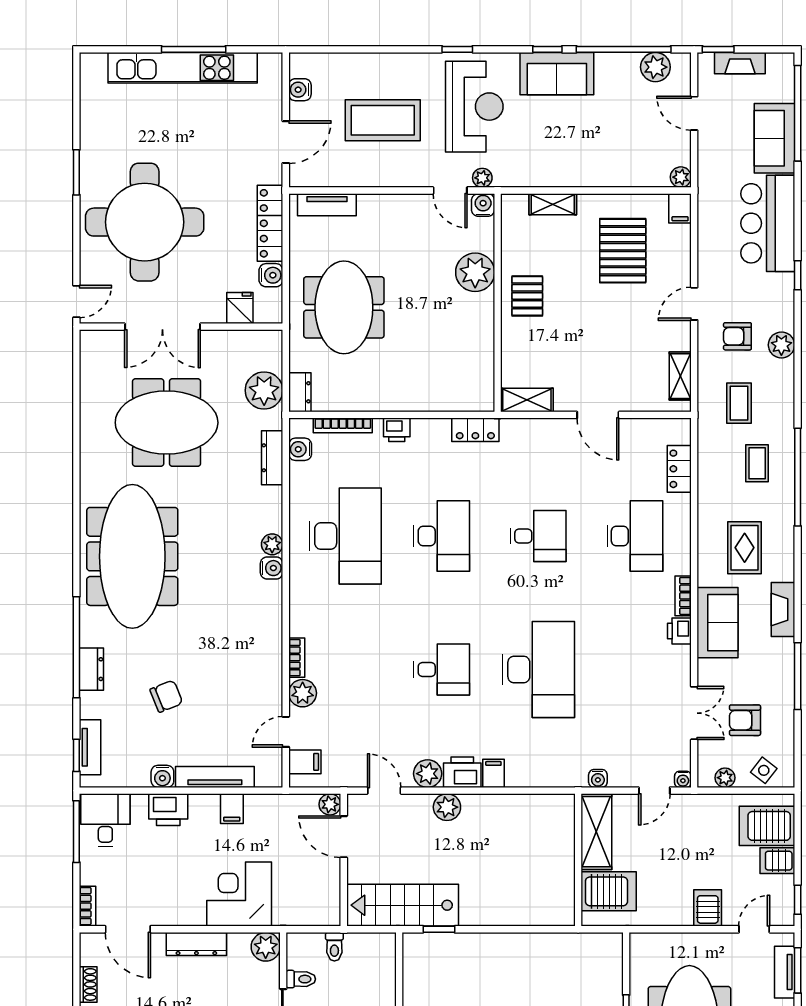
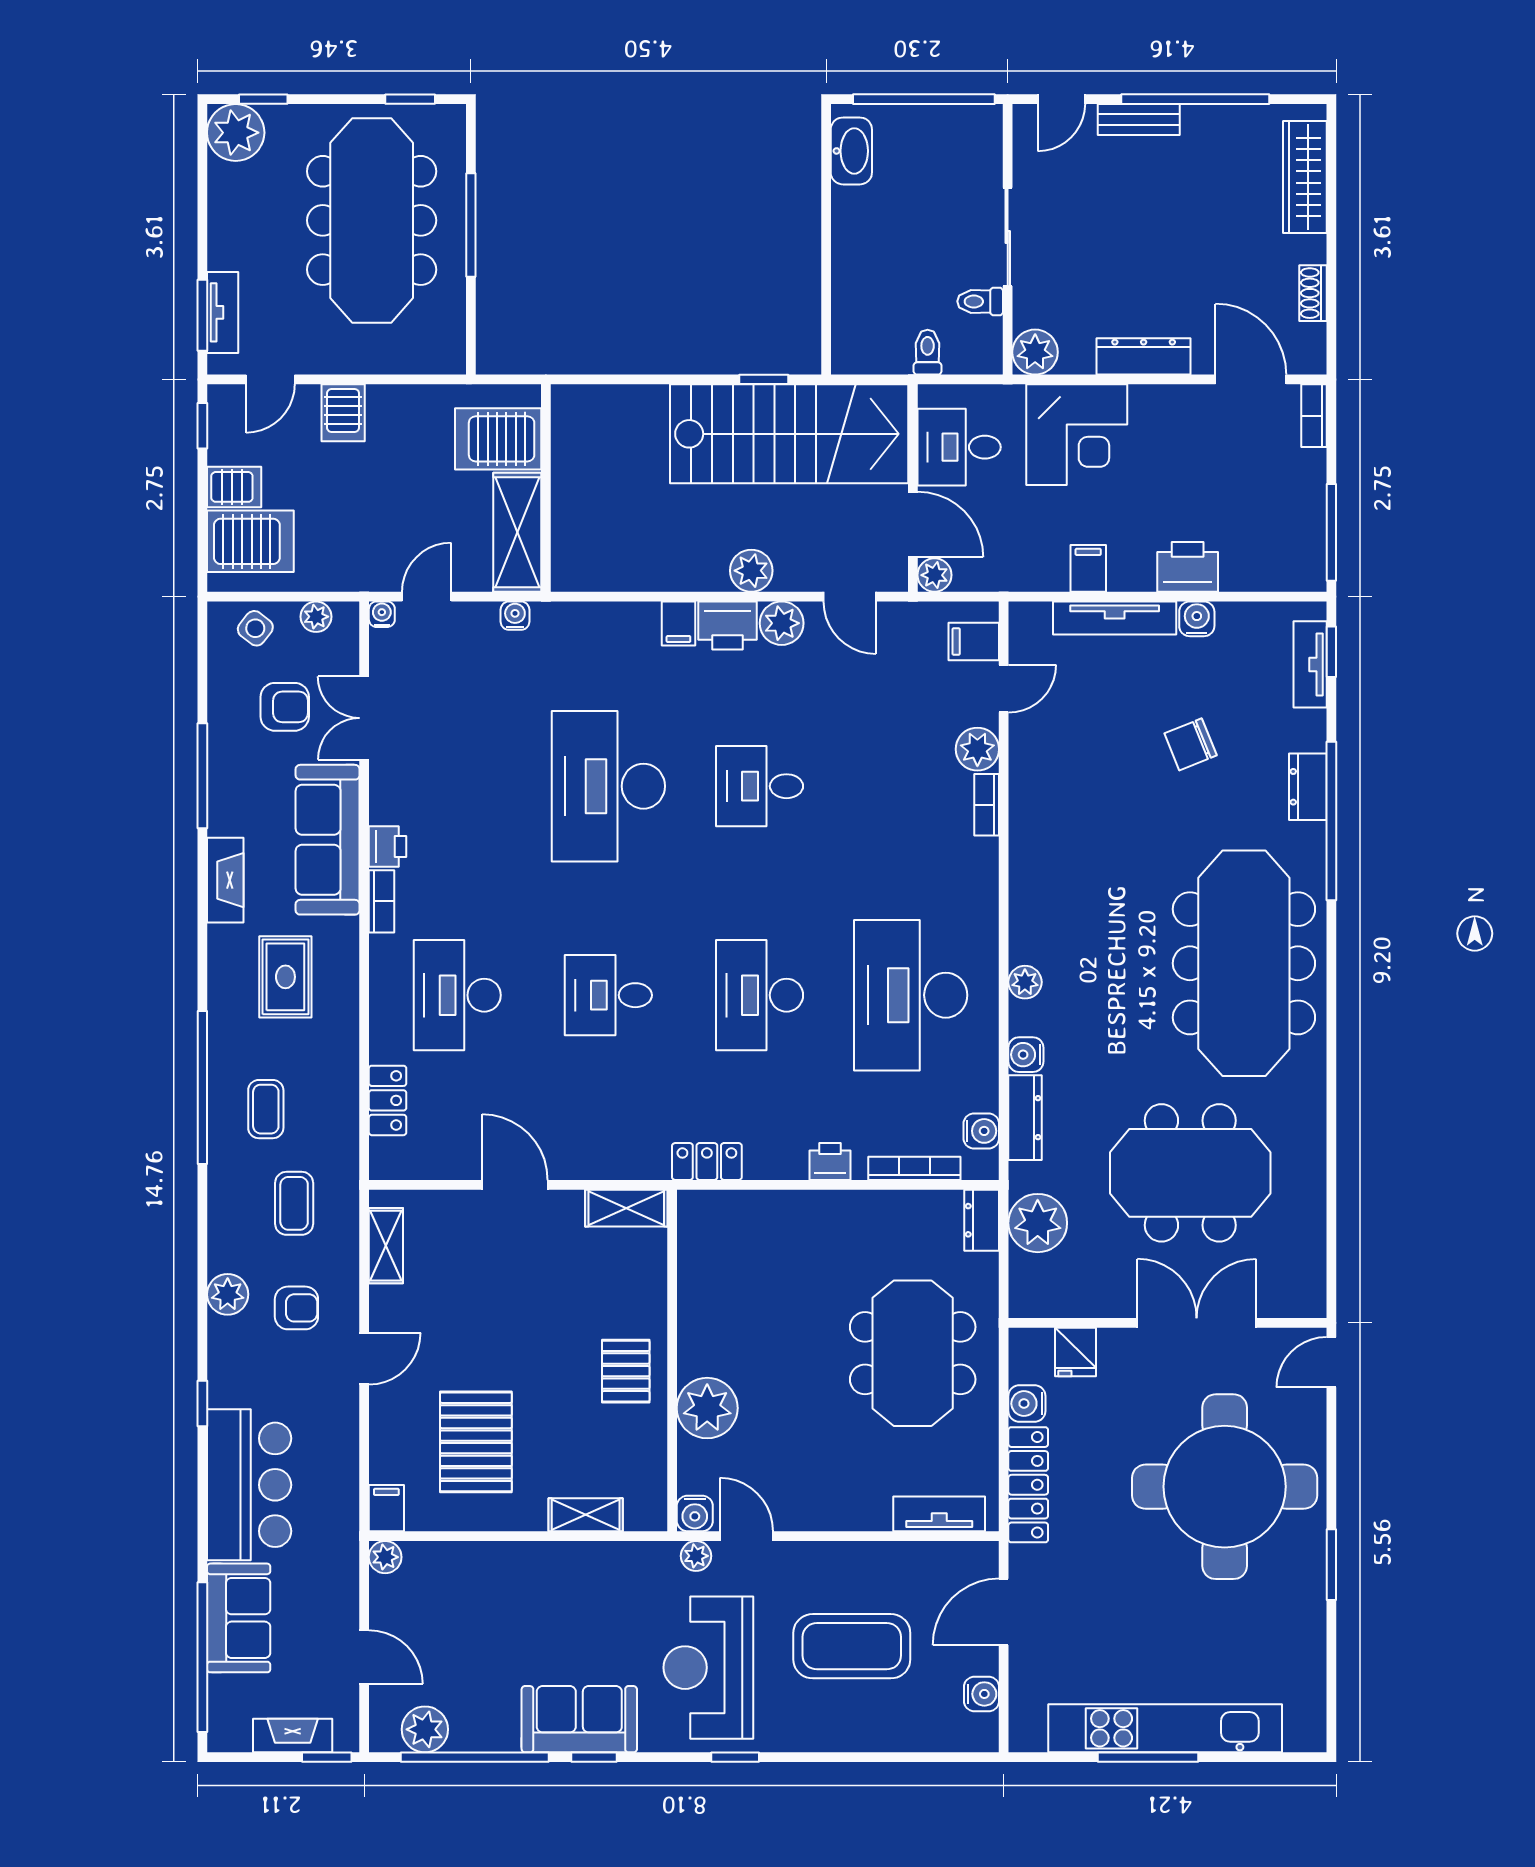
water cooler: (272, 568) -> (1026, 1055), moved
sofa: (718, 623) -> (328, 840), width x1.36
desk: (105, 820) -> (959, 447), moved, turned 90
stairs: (403, 905) -> (789, 434), width x1.36, depth x1.51

